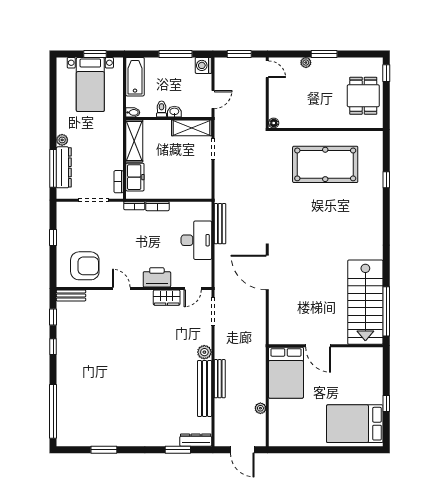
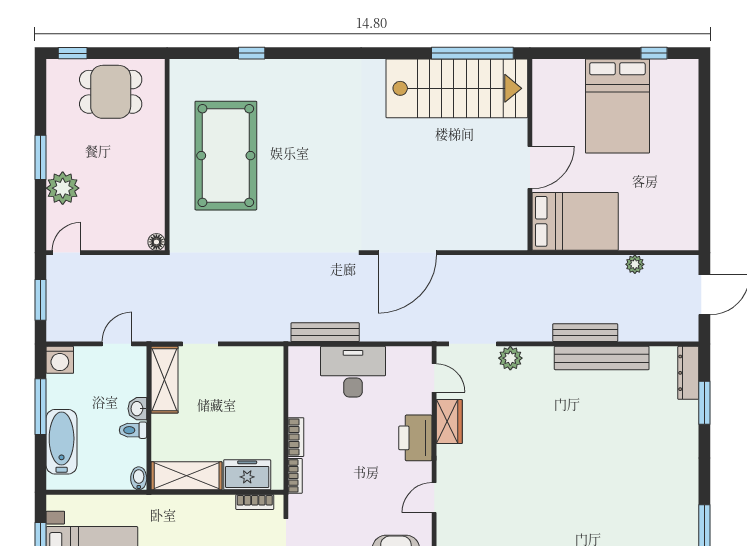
plant: (306, 63) -> (63, 188), width x1.88, depth x1.88
bathtub: (135, 77) -> (62, 442), moved, turned 90
door: (213, 100) -> (117, 344), hinge flipped
plant: (204, 352) -> (510, 358), moved
window: (386, 404) -> (654, 53), moved
bed: (355, 424) -> (617, 106), moved

